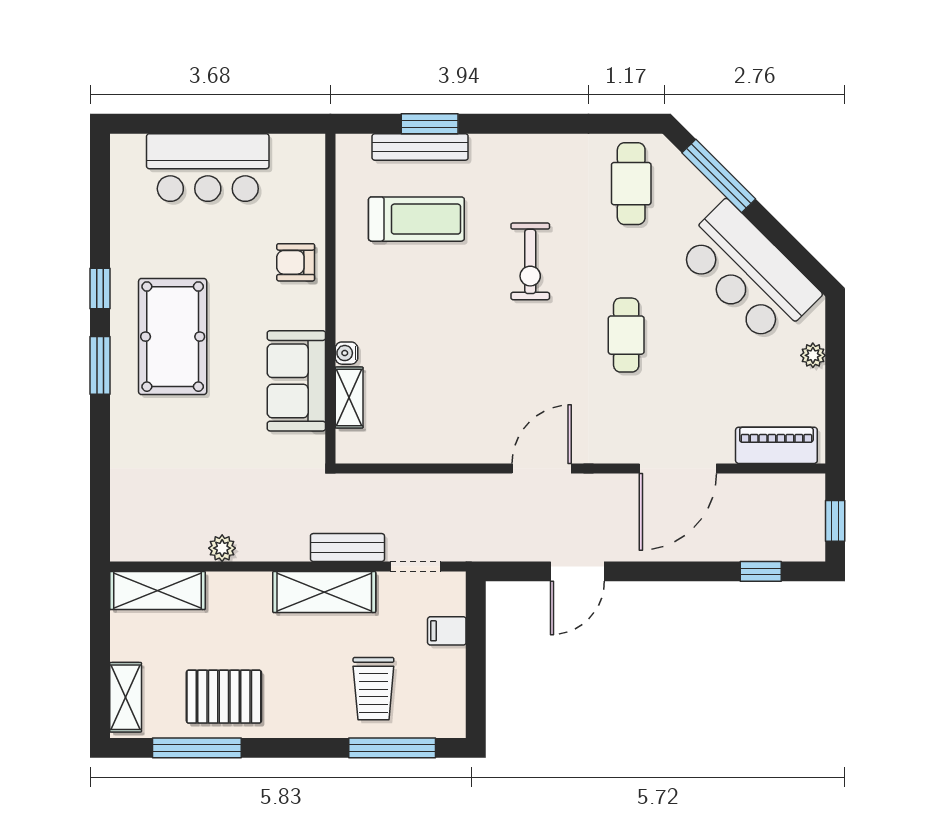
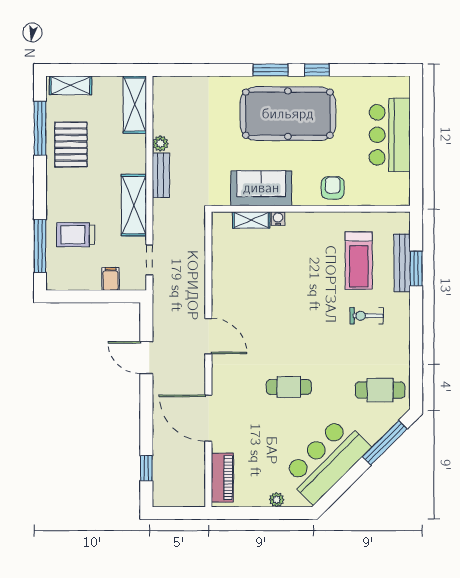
exercise bike: (530, 261) -> (367, 316), moved, width x0.73, depth x0.72
pool table: (173, 337) -> (288, 114), width x1.36, depth x1.32
window: (835, 521) -> (177, 513), removed
bench: (347, 547) -> (161, 175), moved

